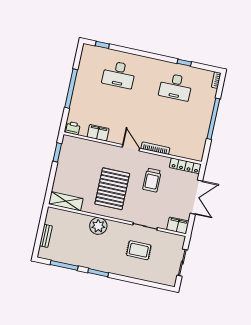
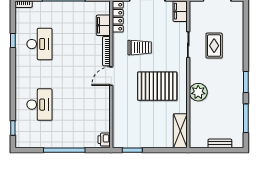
filing cabinet: (98, 133) -> (103, 25), moved

